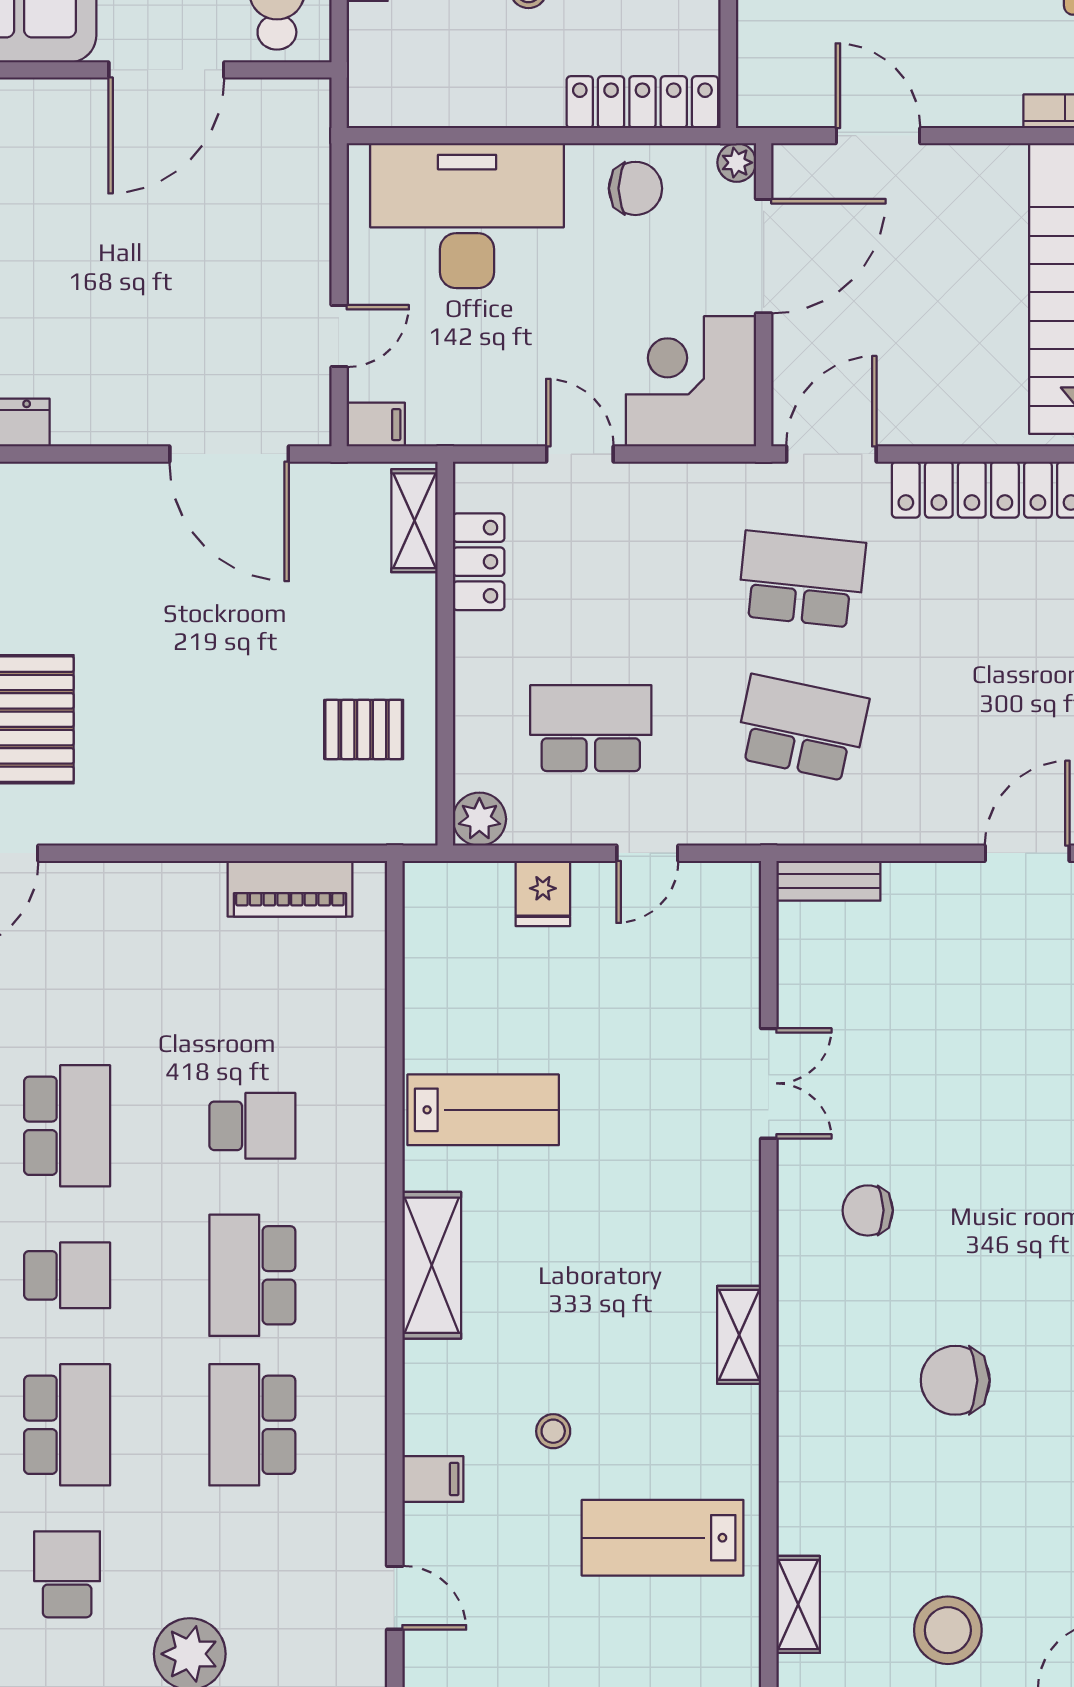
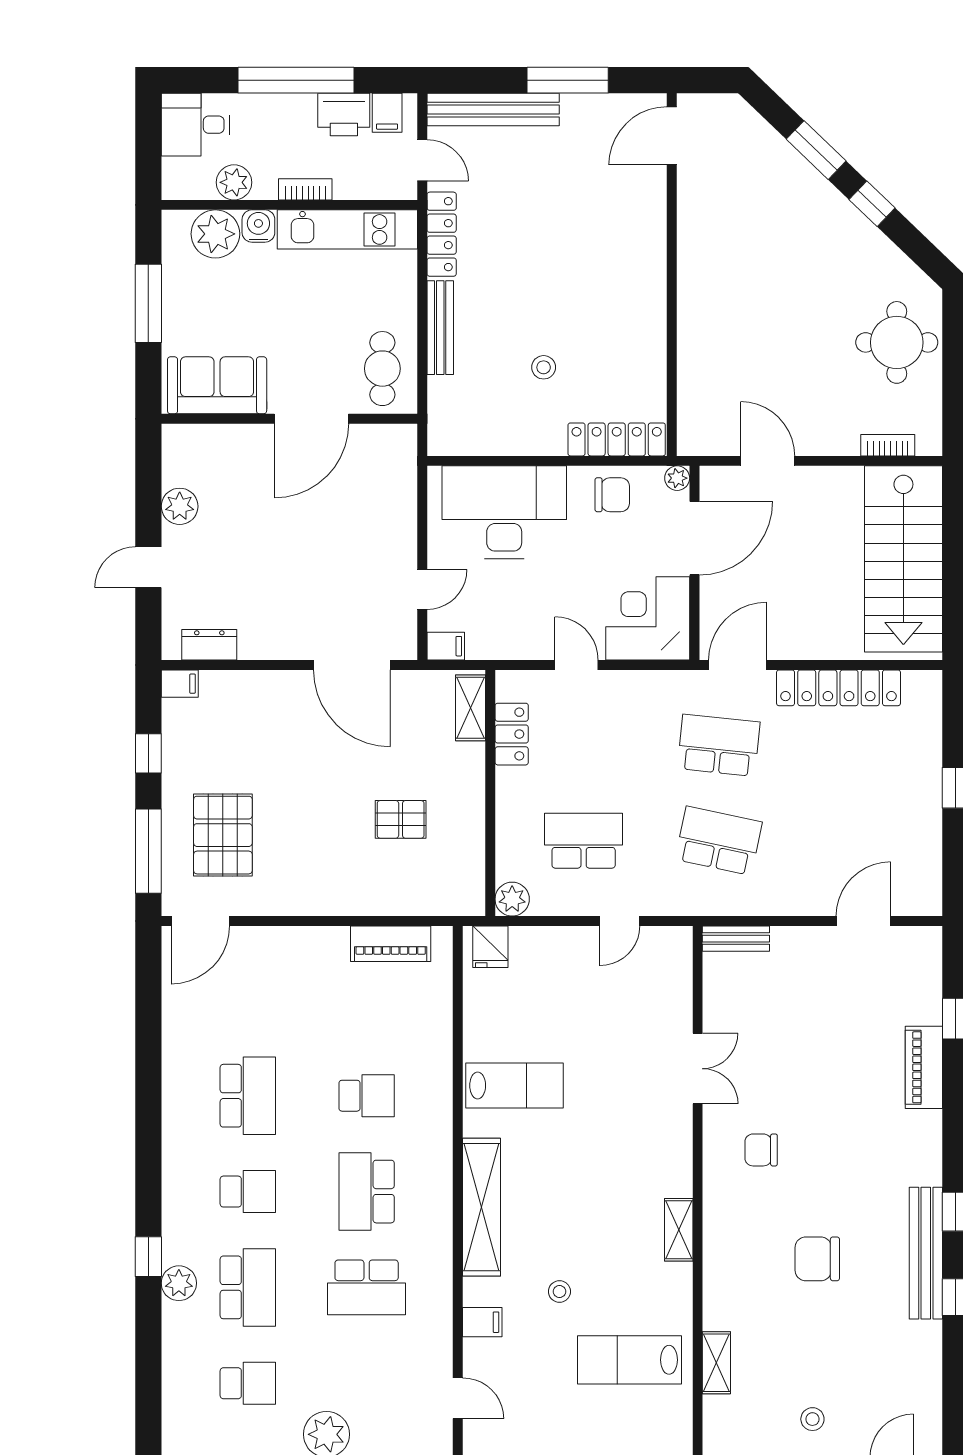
pallet: (364, 729) -> (401, 819), moved
fridge: (543, 893) -> (490, 947), moved
shelving: (432, 1265) -> (482, 1207), width x1.47
school desk: (252, 1425) -> (367, 1287), turned -90
school desk: (67, 1574) -> (248, 1383), turned 90
shelving: (798, 1604) -> (716, 1363), moved
stool: (948, 1630) -> (812, 1419), width x0.53, depth x0.53

